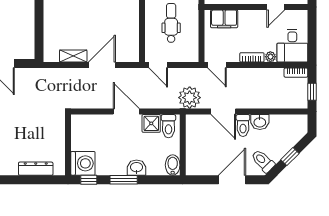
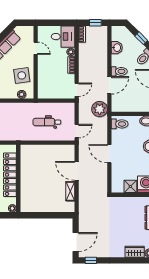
filing cabinet: (224, 19) -> (44, 85), removed
door: (126, 112) -> (109, 154), hinge flipped
washbasin: (260, 122) -> (117, 48), moved
shower: (151, 123) -> (130, 186), moved

